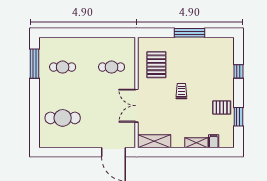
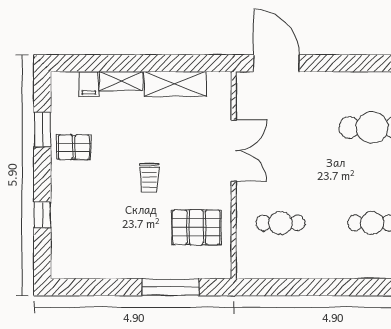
window: (189, 33) -> (171, 287), moved
pallet: (156, 65) -> (196, 227), turned 90
shelving: (154, 141) -> (175, 84), moved

